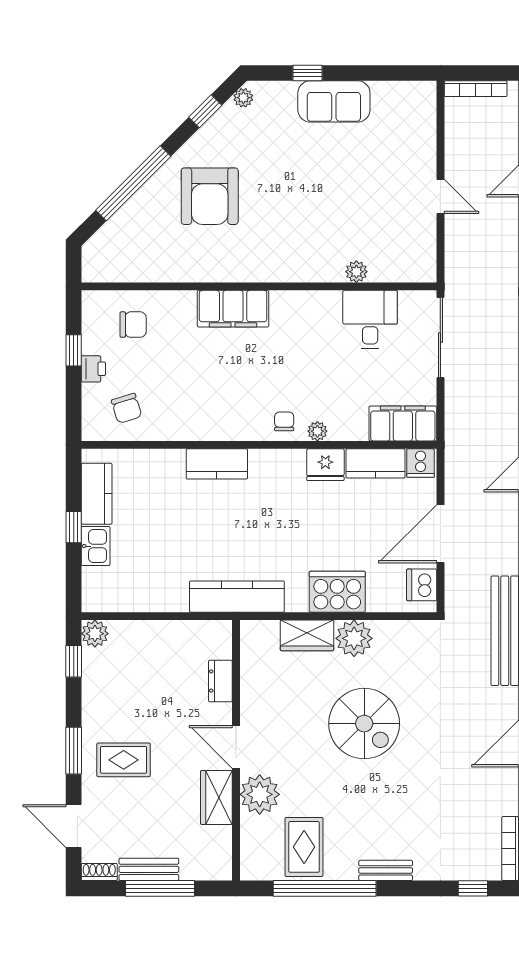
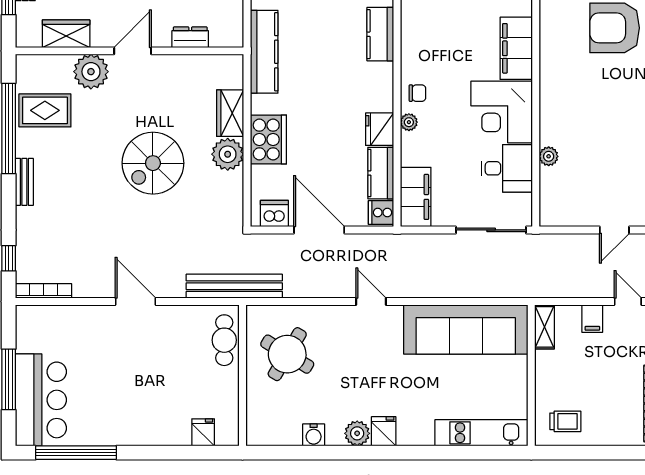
corner desk: (306, 325) -> (502, 112), added
wardrobe: (216, 797) -> (66, 34), moved

